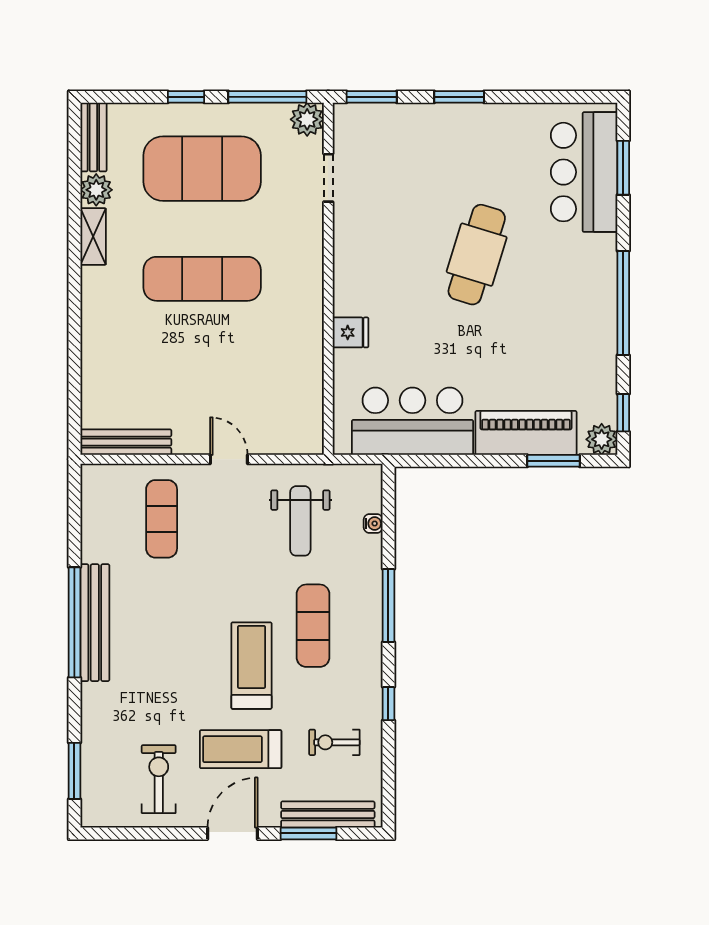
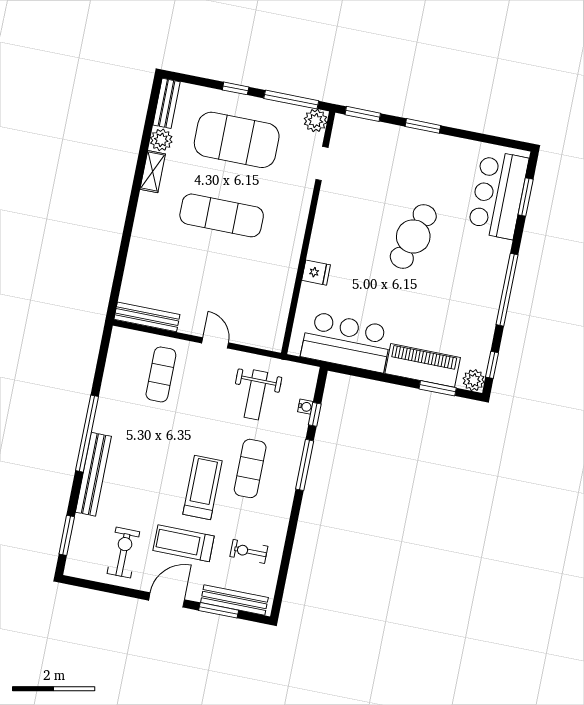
bench: (95, 623) -> (93, 474), moved
window: (388, 704) -> (315, 414), moved

